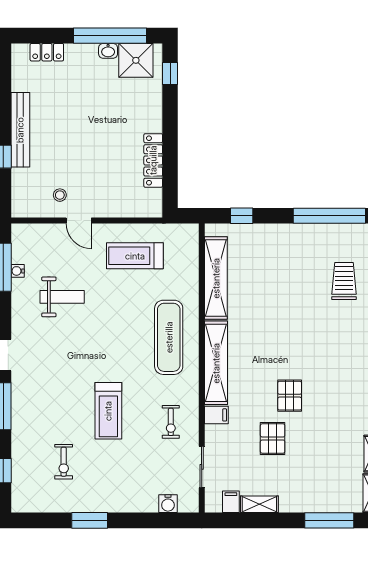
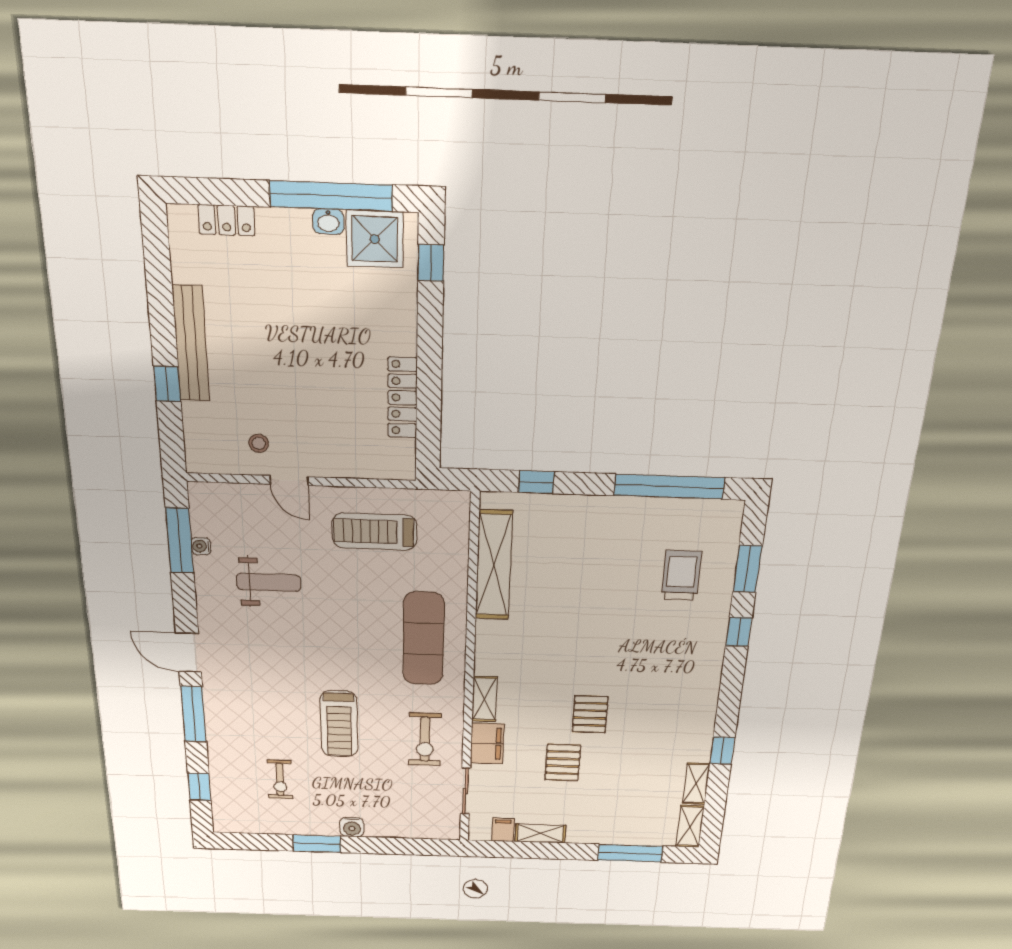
shelving: (216, 363) -> (484, 699), width x0.45, depth x0.75
filing cabinet: (216, 415) -> (487, 744), width x2.00
exercise bike: (171, 422) -> (425, 739), width x1.38, depth x1.39
water cooler: (168, 504) -> (352, 827), moved

